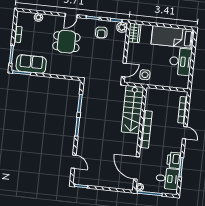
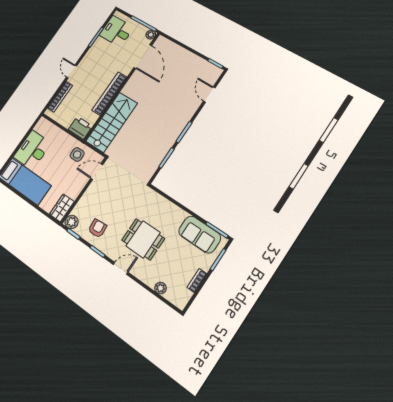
printer: (174, 160) -> (80, 128), moved, turned -90

